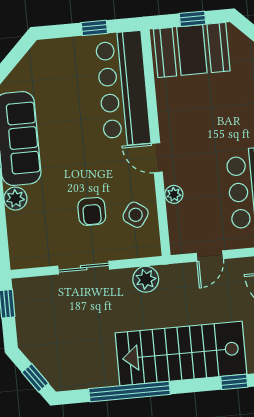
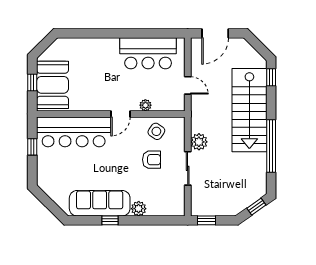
plant: (146, 279) -> (199, 142), moved

